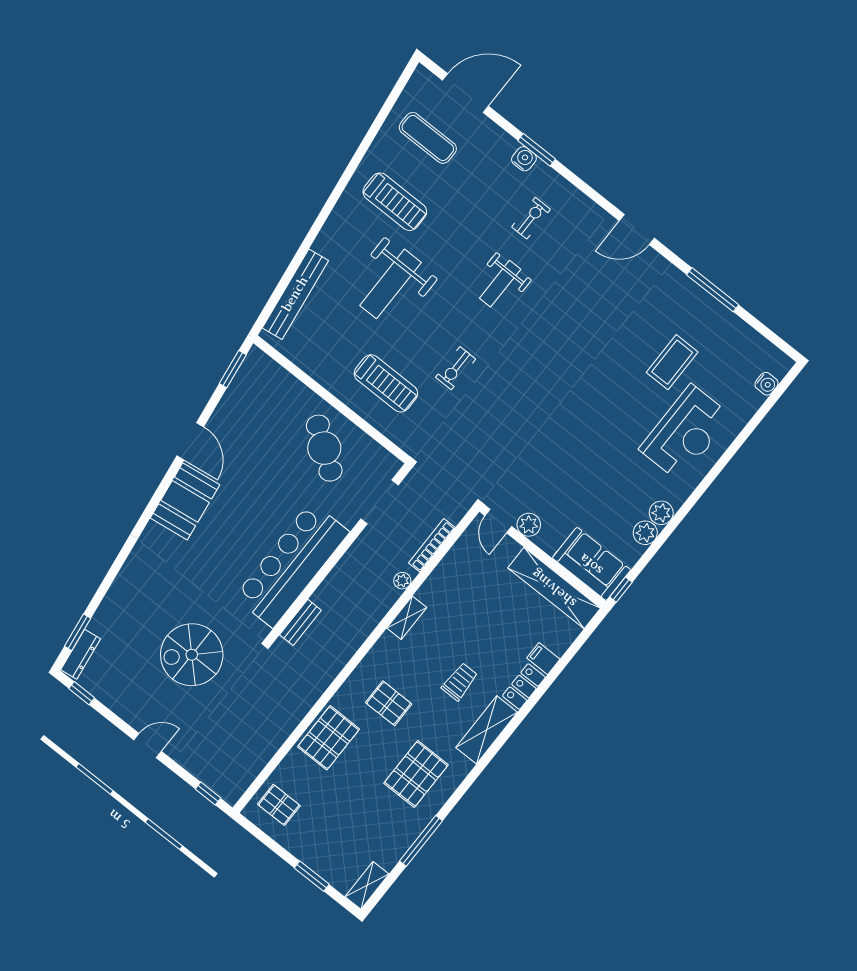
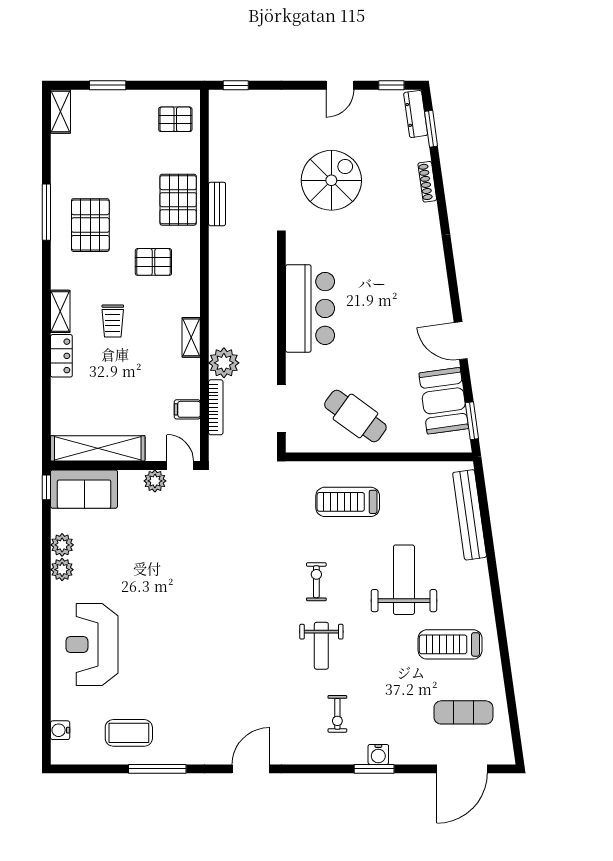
weight bench: (500, 284) -> (321, 646), turned 180
coffee table: (672, 362) -> (129, 733), moved, turned 90
exercise bike: (456, 368) -> (316, 582), moved
booth: (185, 501) -> (444, 401), moved
bar counter: (292, 565) -> (310, 308), width x0.73
plant: (402, 581) -> (224, 363), width x1.88, depth x1.88
shoe rack: (115, 592) -> (427, 182), added
bench: (300, 622) -> (217, 204), moved
filing cabinet: (543, 659) -> (187, 409), moved, turned 180
shelving: (487, 730) -> (60, 311), width x0.67, depth x0.75
door: (148, 746) -> (340, 85), moved
window: (421, 841) -> (46, 212), moved

